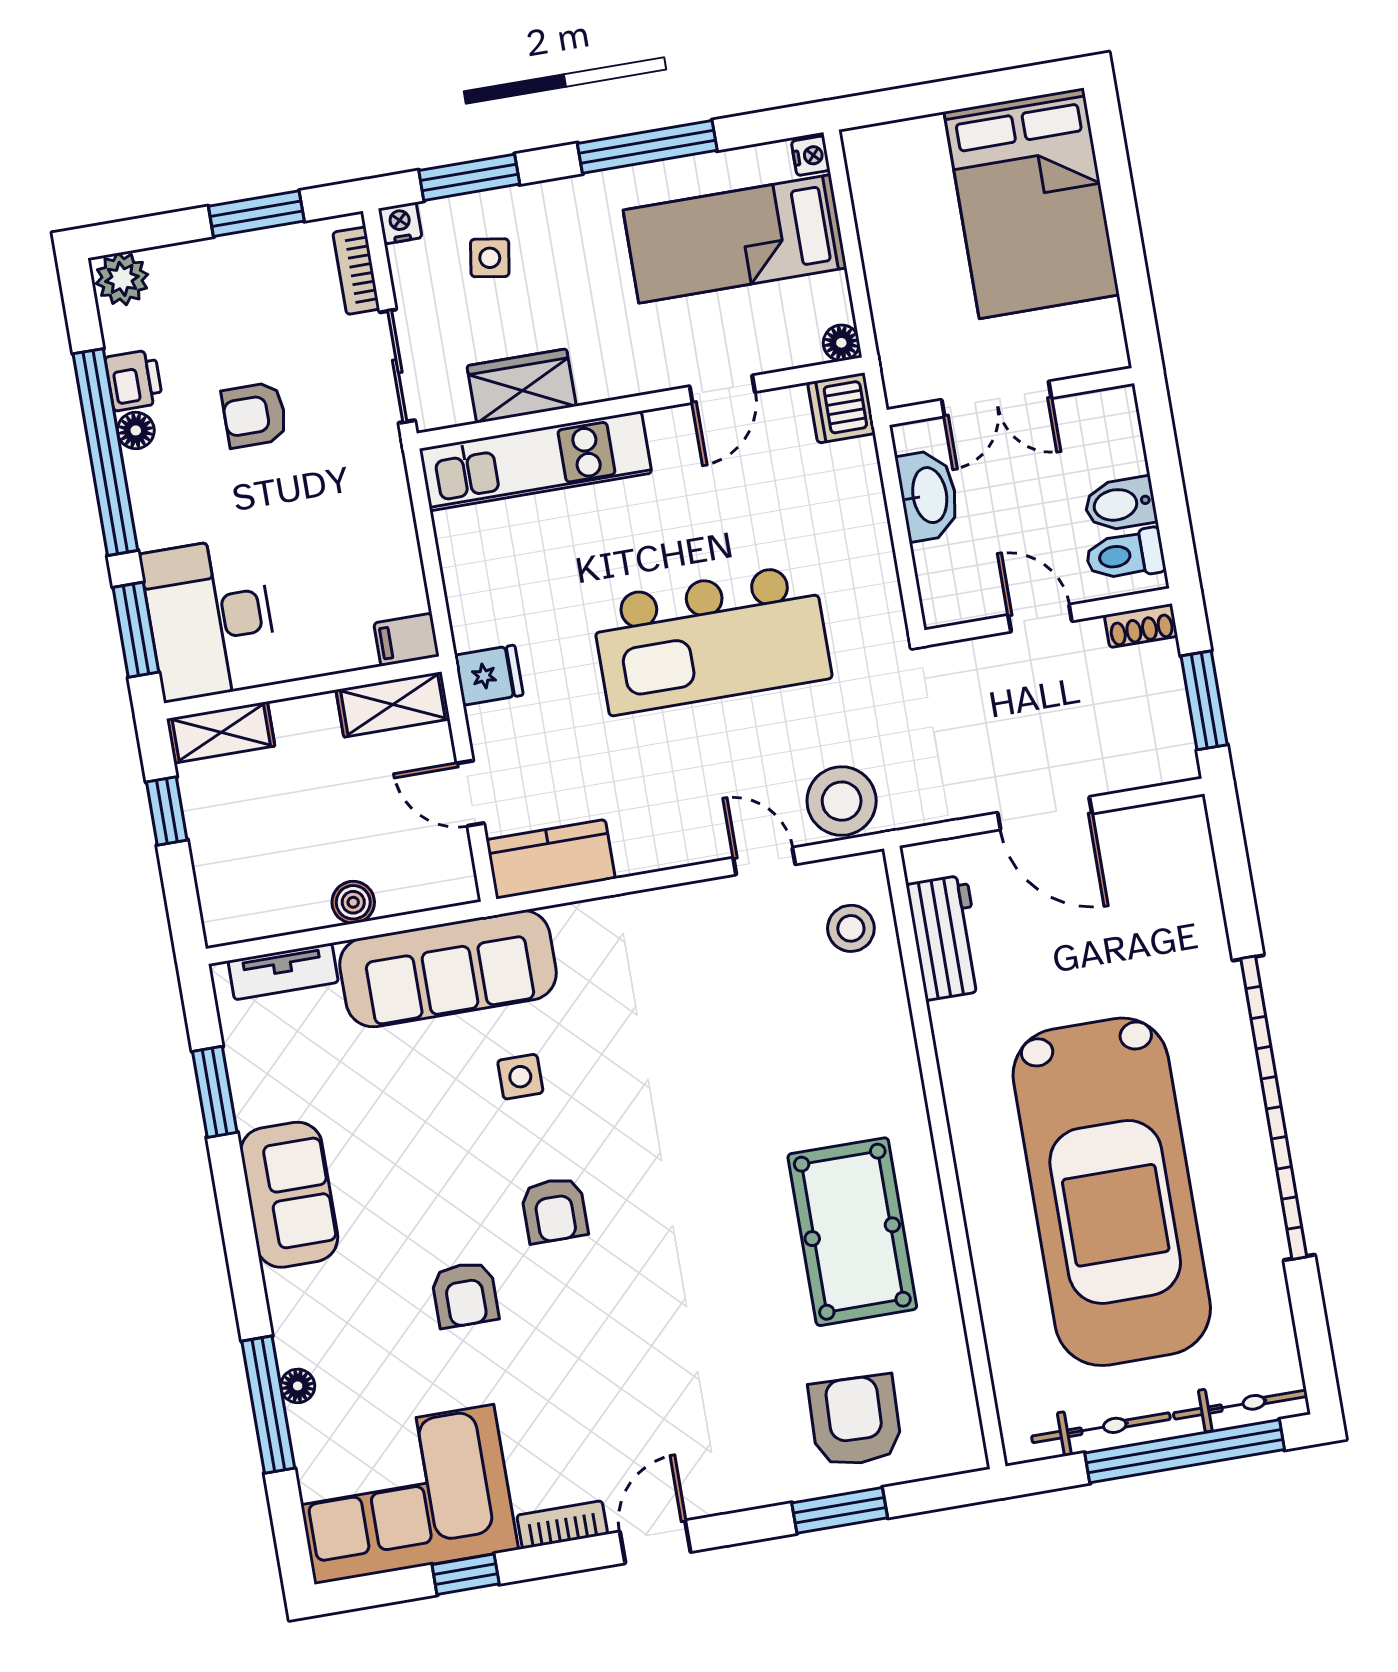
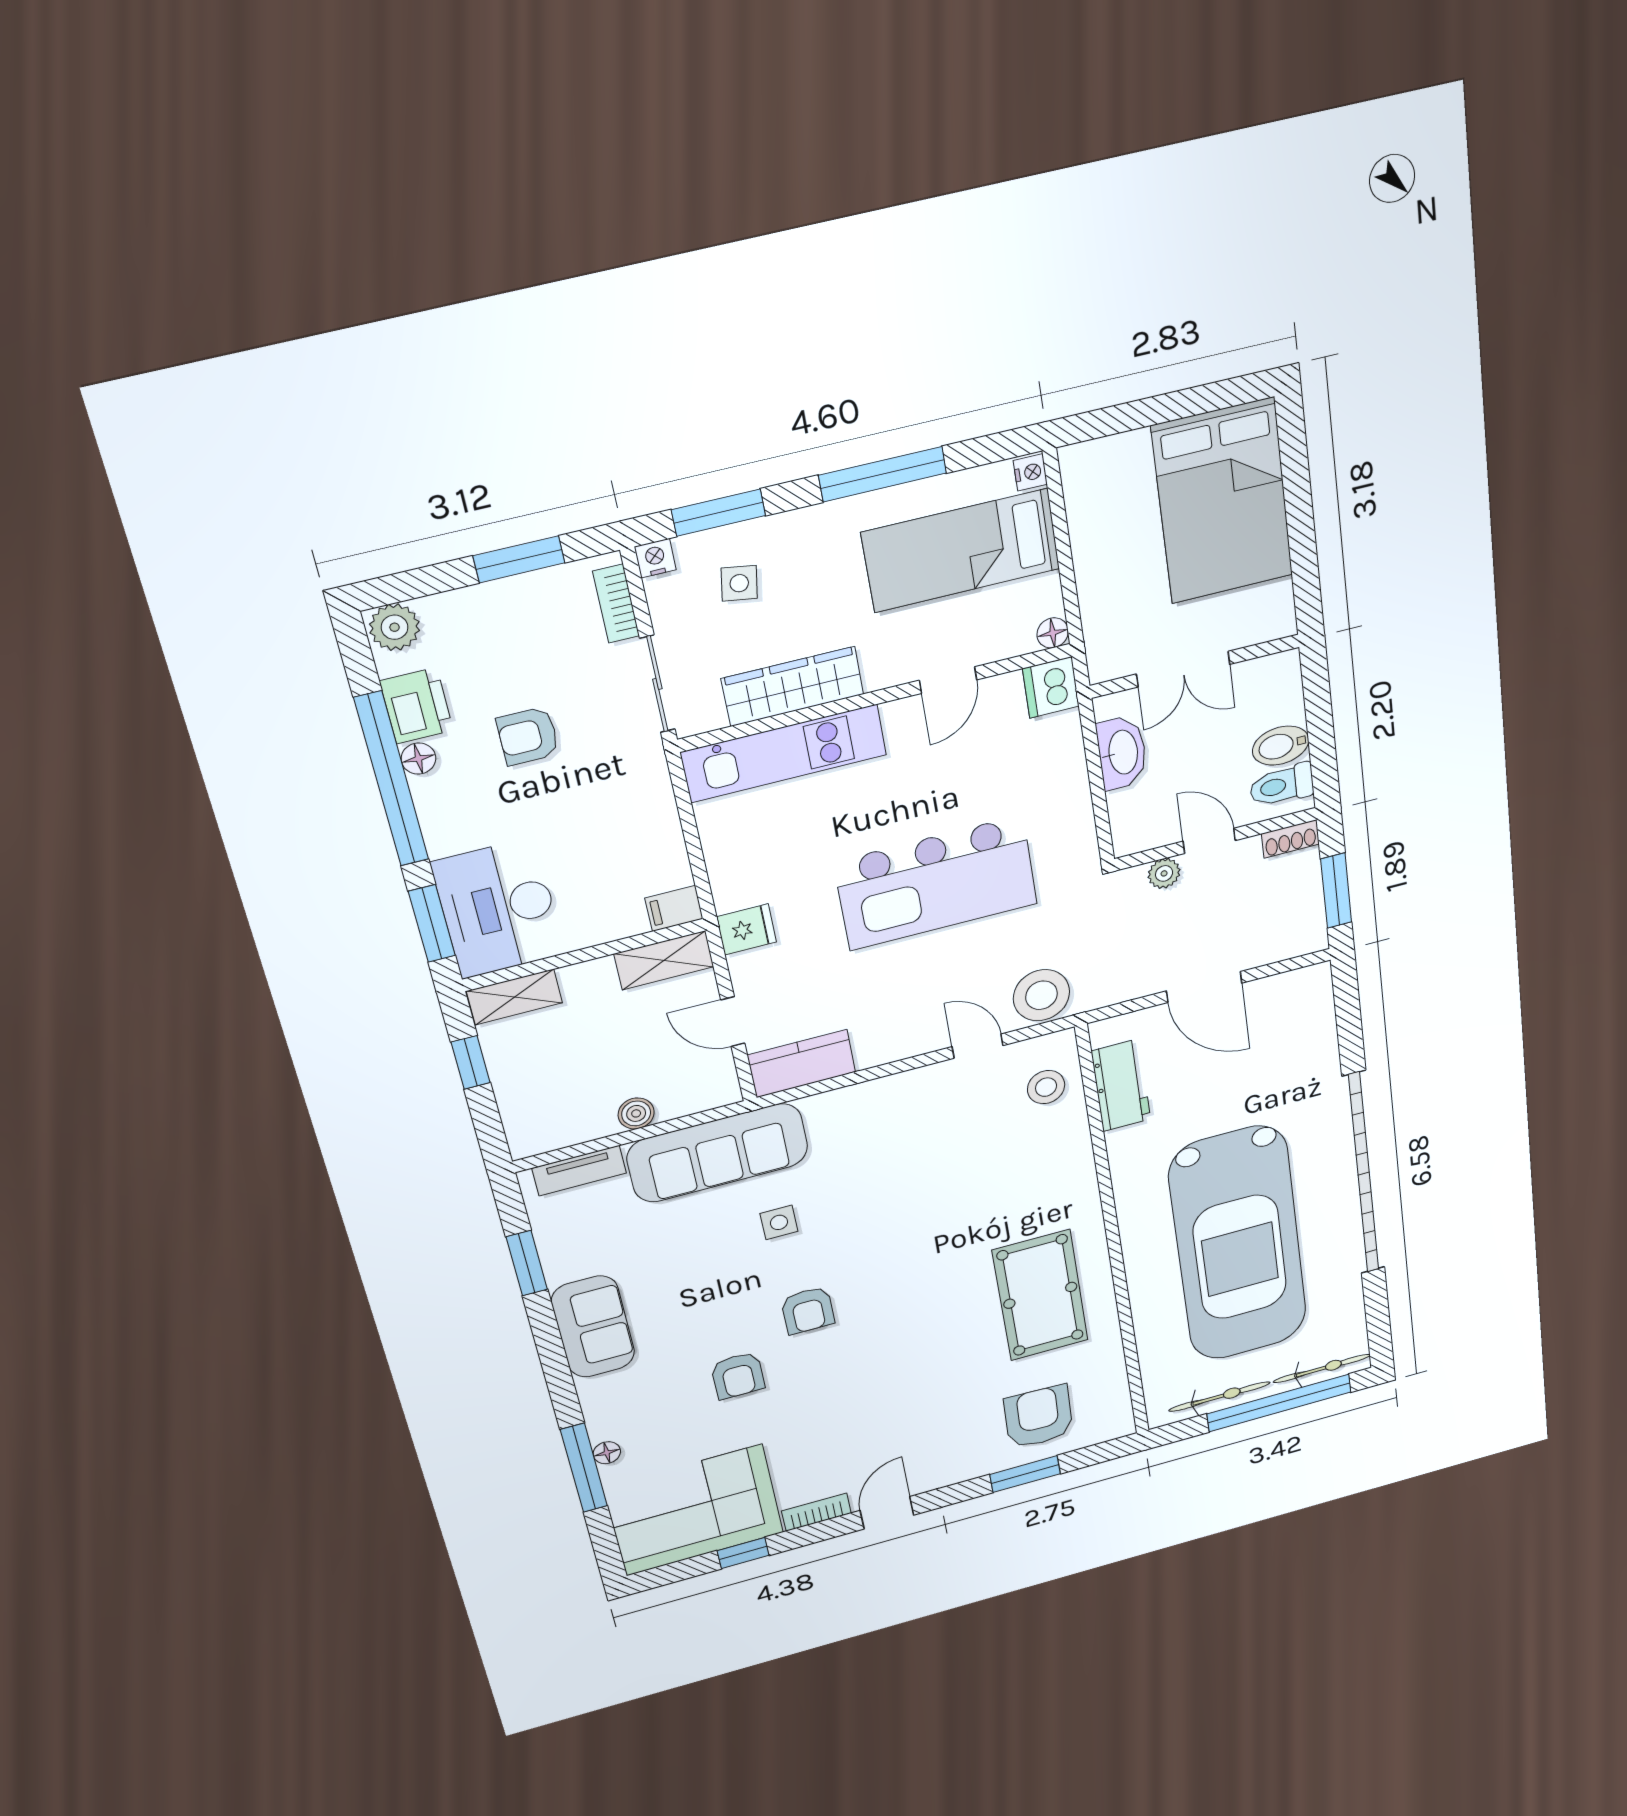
printer: (134, 380) -> (417, 706), width x1.36, depth x1.24
wardrobe: (522, 386) -> (793, 686), width x1.50
plant: (987, 655) -> (1164, 873), added

